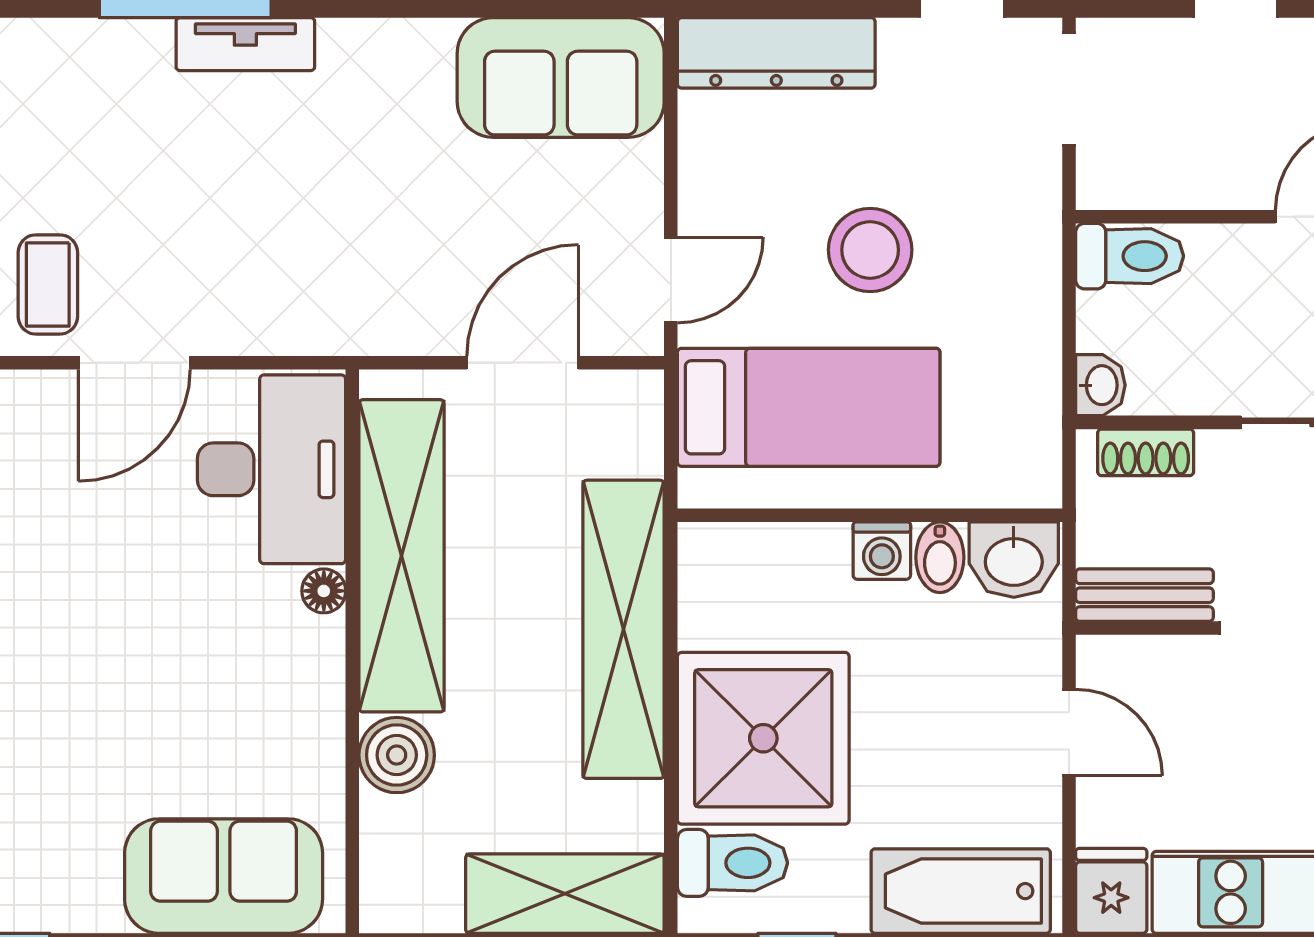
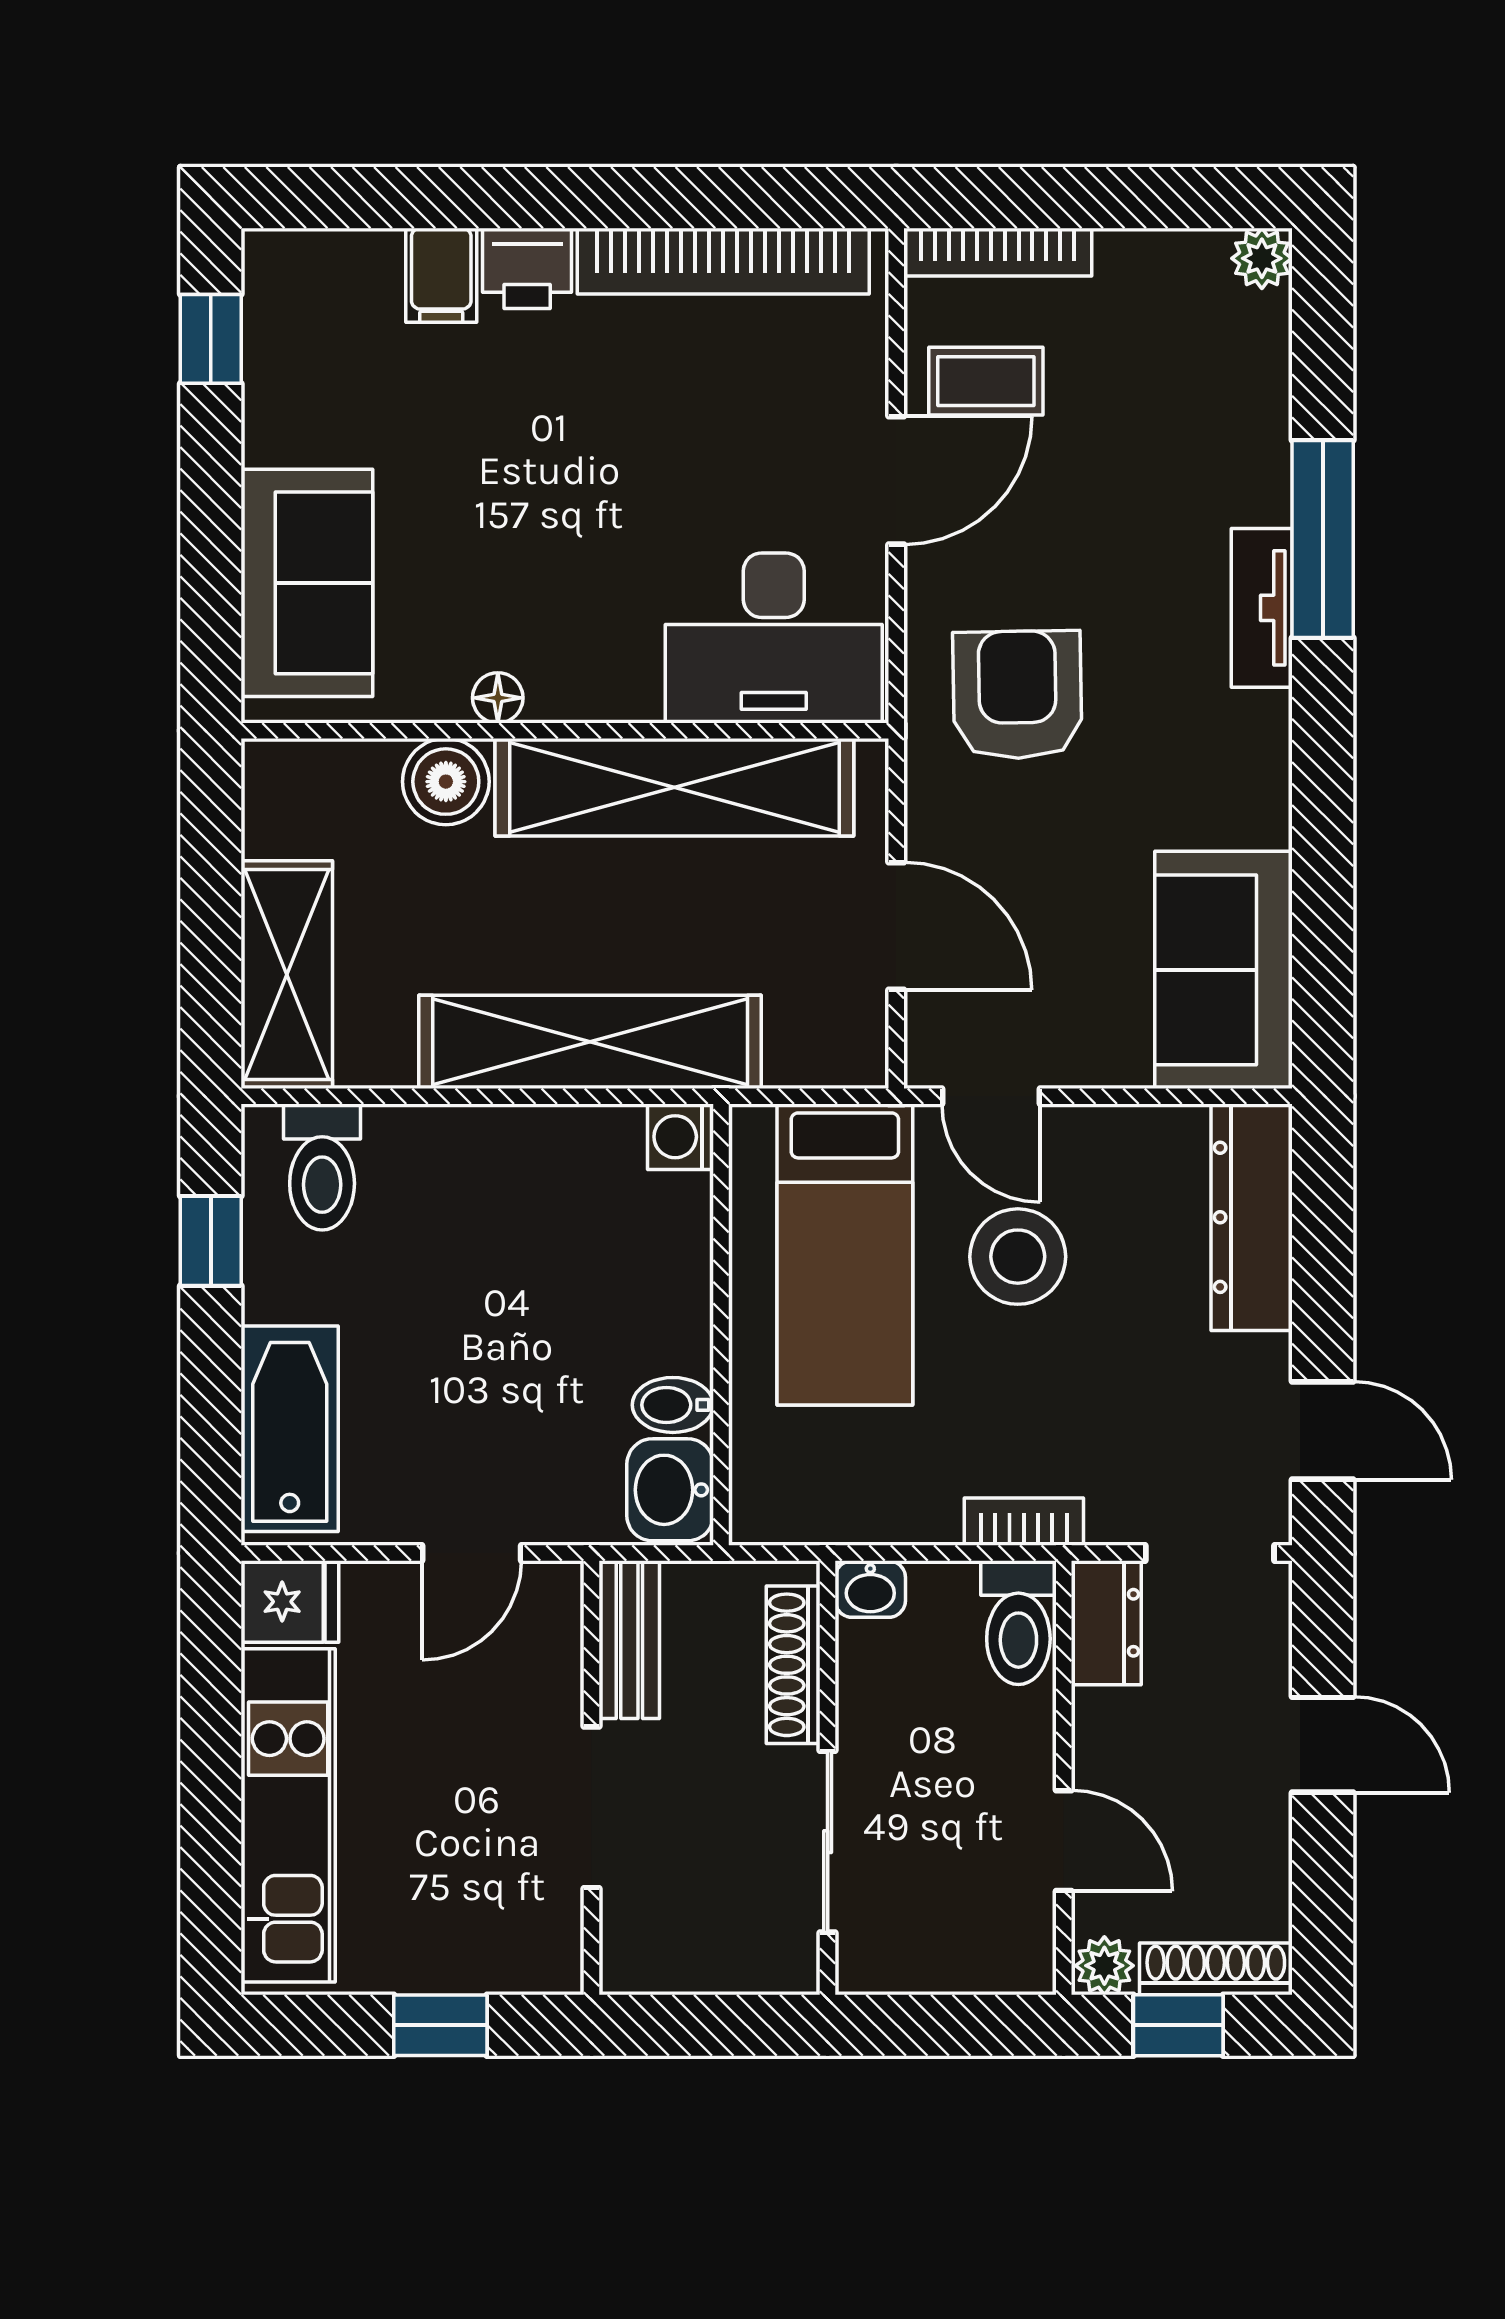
dresser: (1130, 180) -> (1106, 1623), added
stool: (870, 250) -> (1018, 1257), moved
bookcase: (1042, 251) -> (1024, 1522), added
armchair: (321, 257) -> (1017, 695), added
door: (134, 363) -> (896, 480), swing flipped
shoe rack: (1146, 452) -> (793, 1665), width x1.43
washing machine: (882, 551) -> (680, 1137), moved
floor lamp: (324, 591) -> (498, 698), moved
shower: (763, 738) -> (465, 1202), removed

